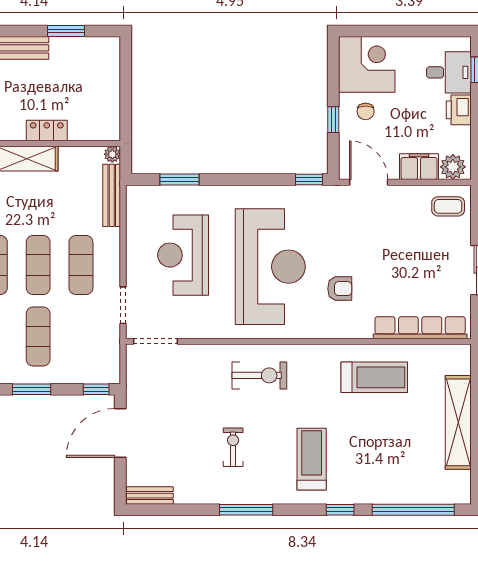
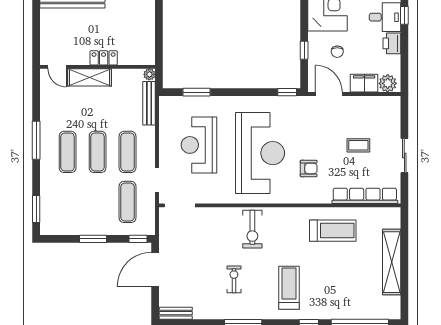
chair: (366, 111) -> (337, 52), moved
coffee table: (448, 206) -> (358, 145), moved
exercise mat: (38, 336) -> (128, 202), moved
exercise bike: (259, 375) -> (252, 229), turned 90

